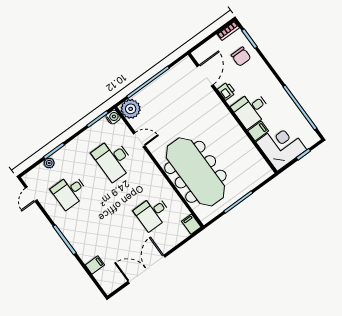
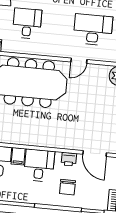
chair: (241, 57) -> (67, 187), moved, turned -90
door: (139, 140) -> (79, 61), moved

